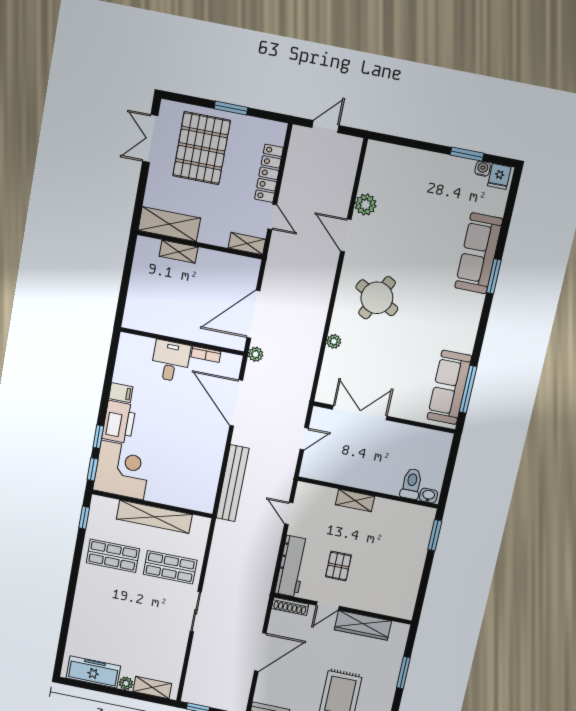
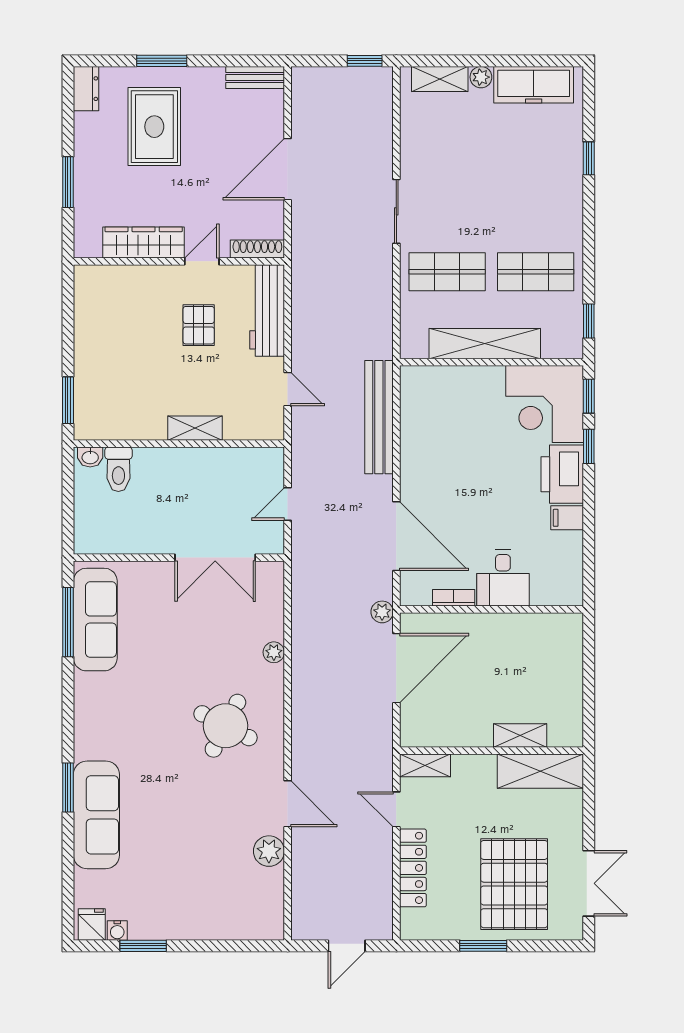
window: (66, 620) -> (589, 158), added

